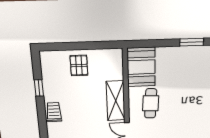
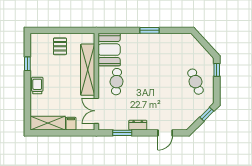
shelving: (116, 101) -> (88, 70), width x1.47

